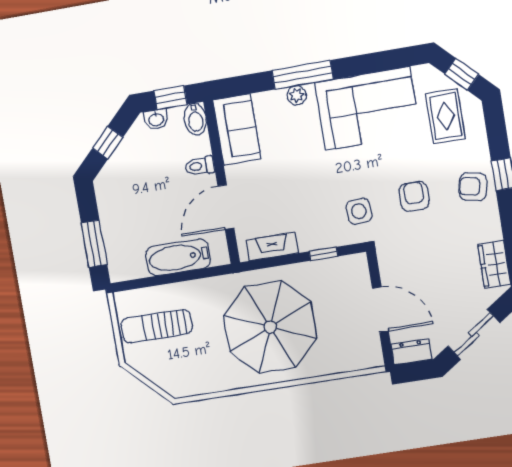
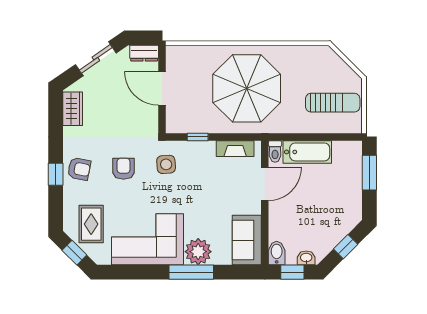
plant: (297, 95) -> (198, 252), width x1.88, depth x1.88
toilet: (200, 166) -> (275, 151), moved, turned 90
armchair: (414, 196) -> (124, 169), turned 180

